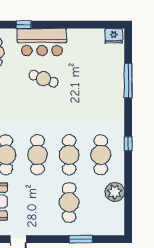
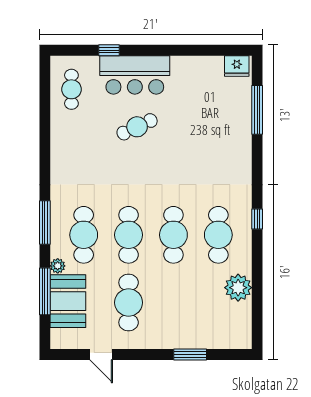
cafe table: (43, 79) -> (137, 127), turned -45
window: (128, 81) -> (257, 110), moved
cafe table: (69, 202) -> (129, 303), moved

